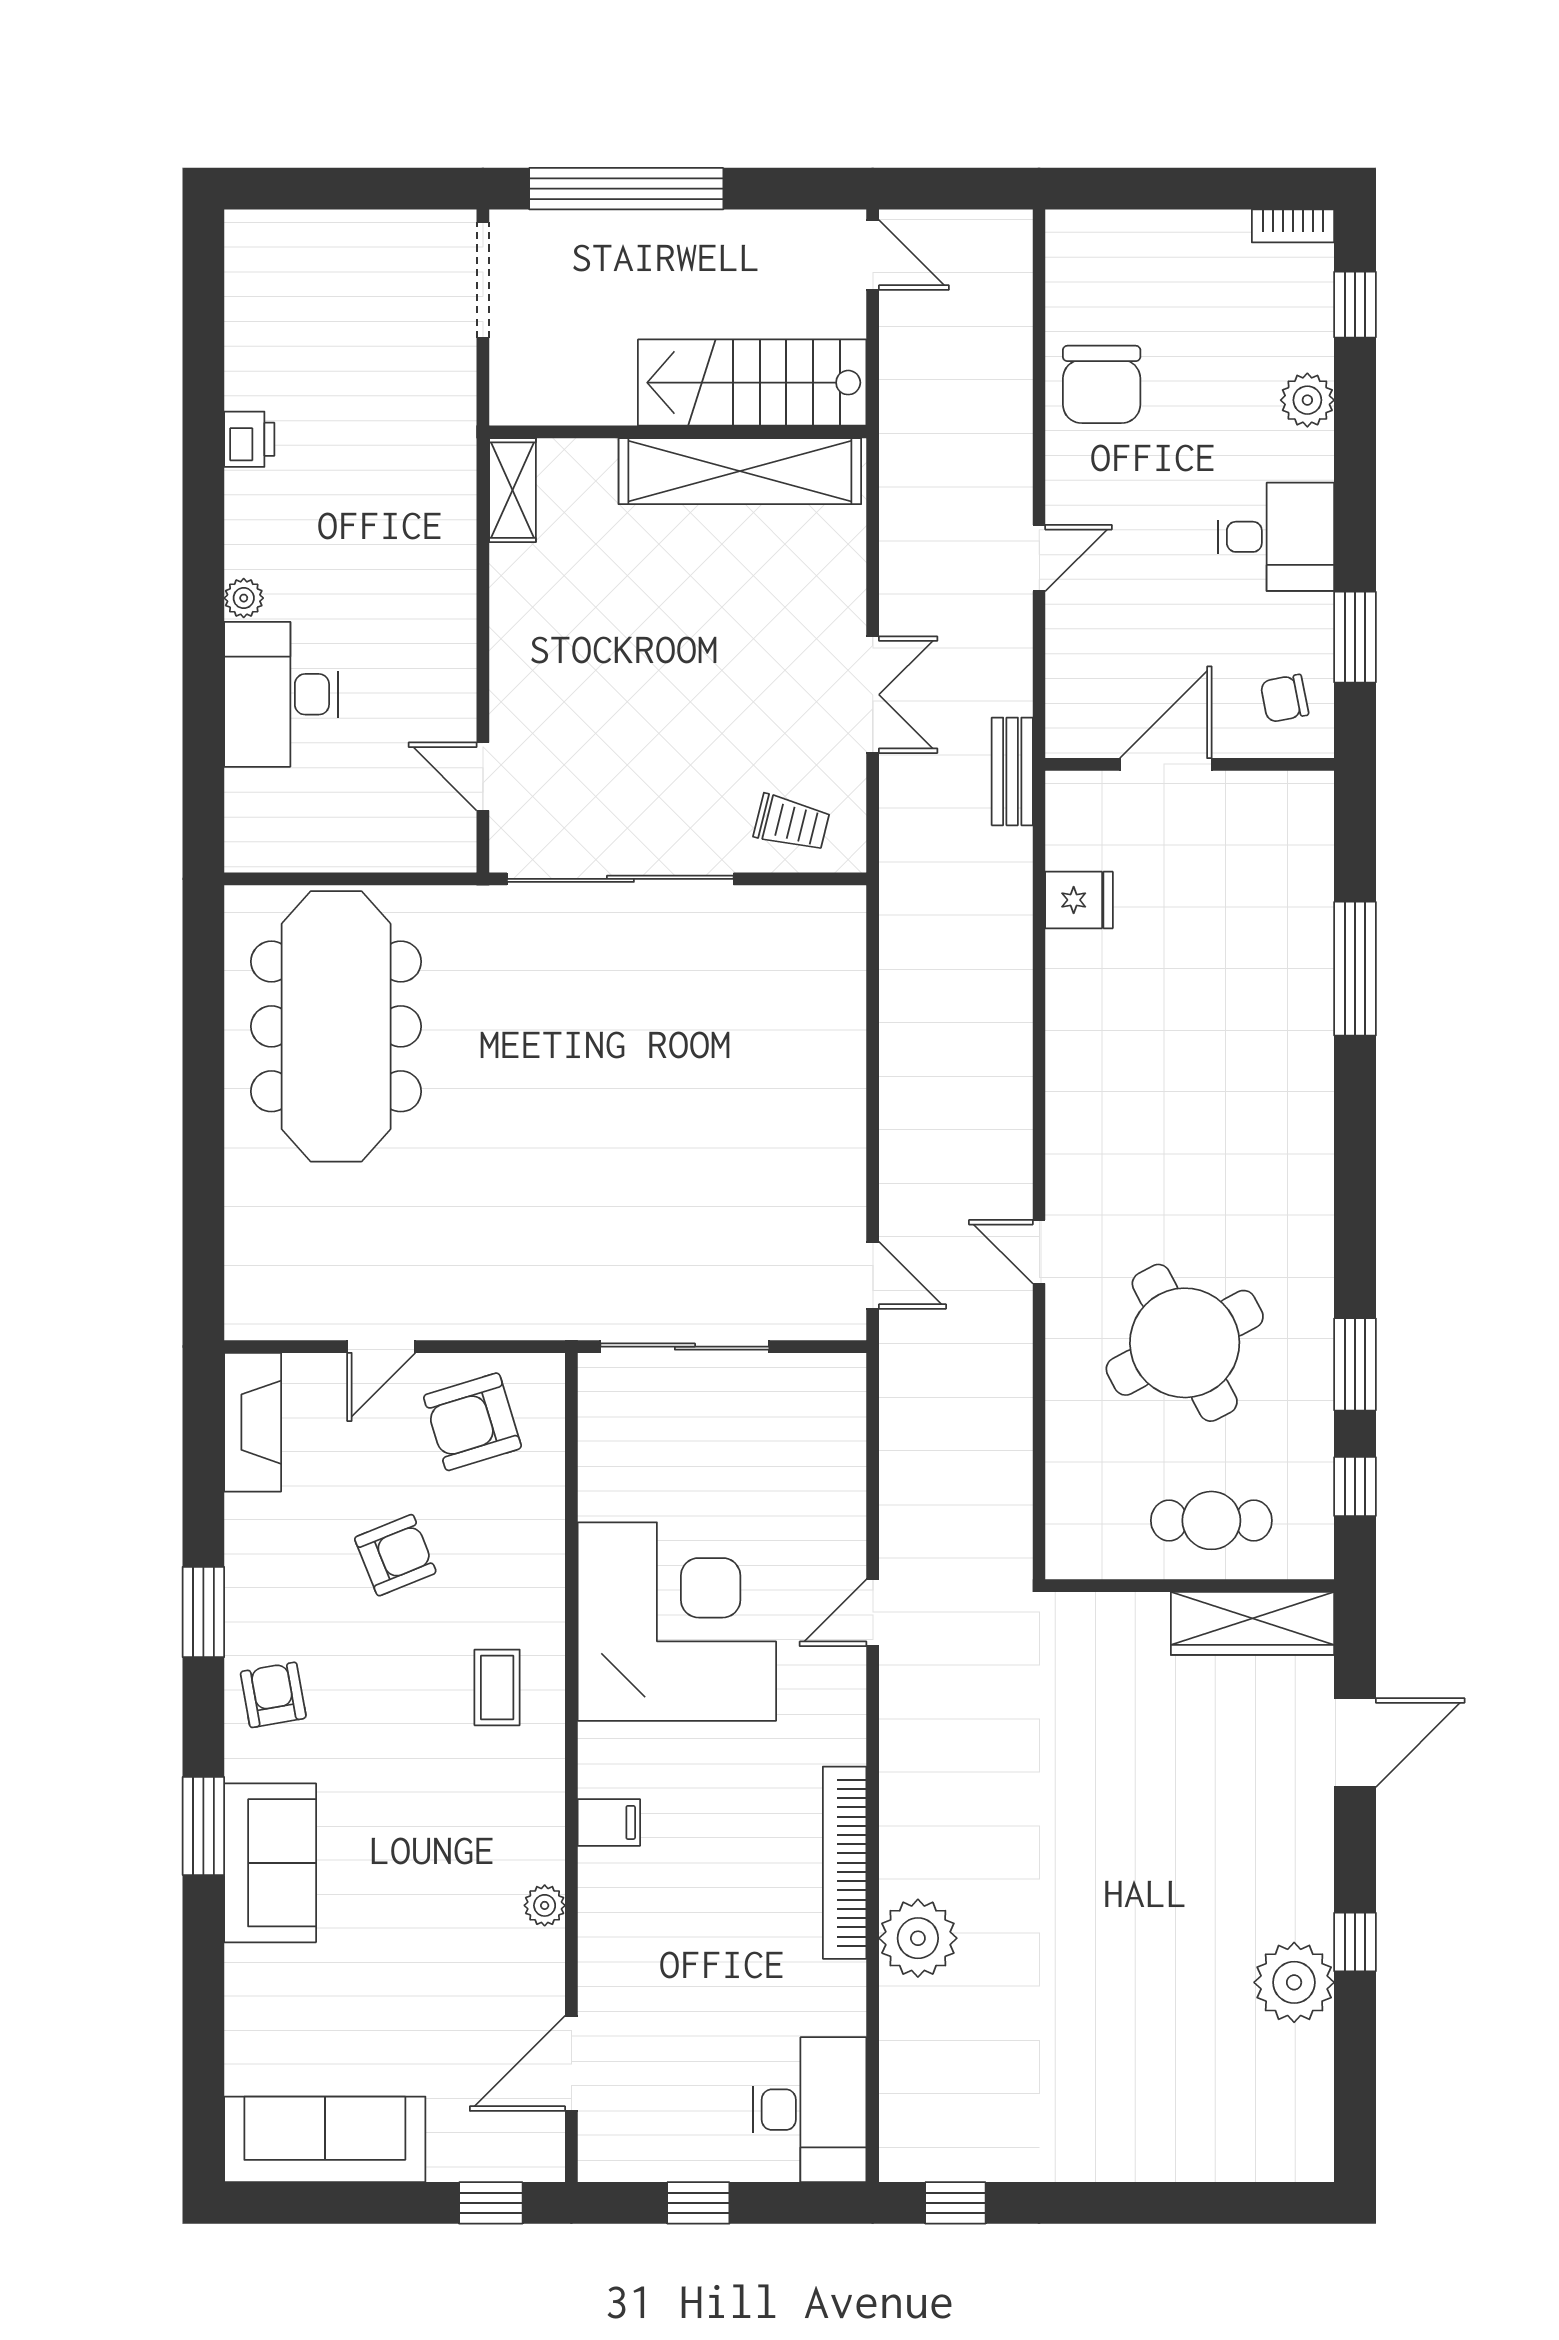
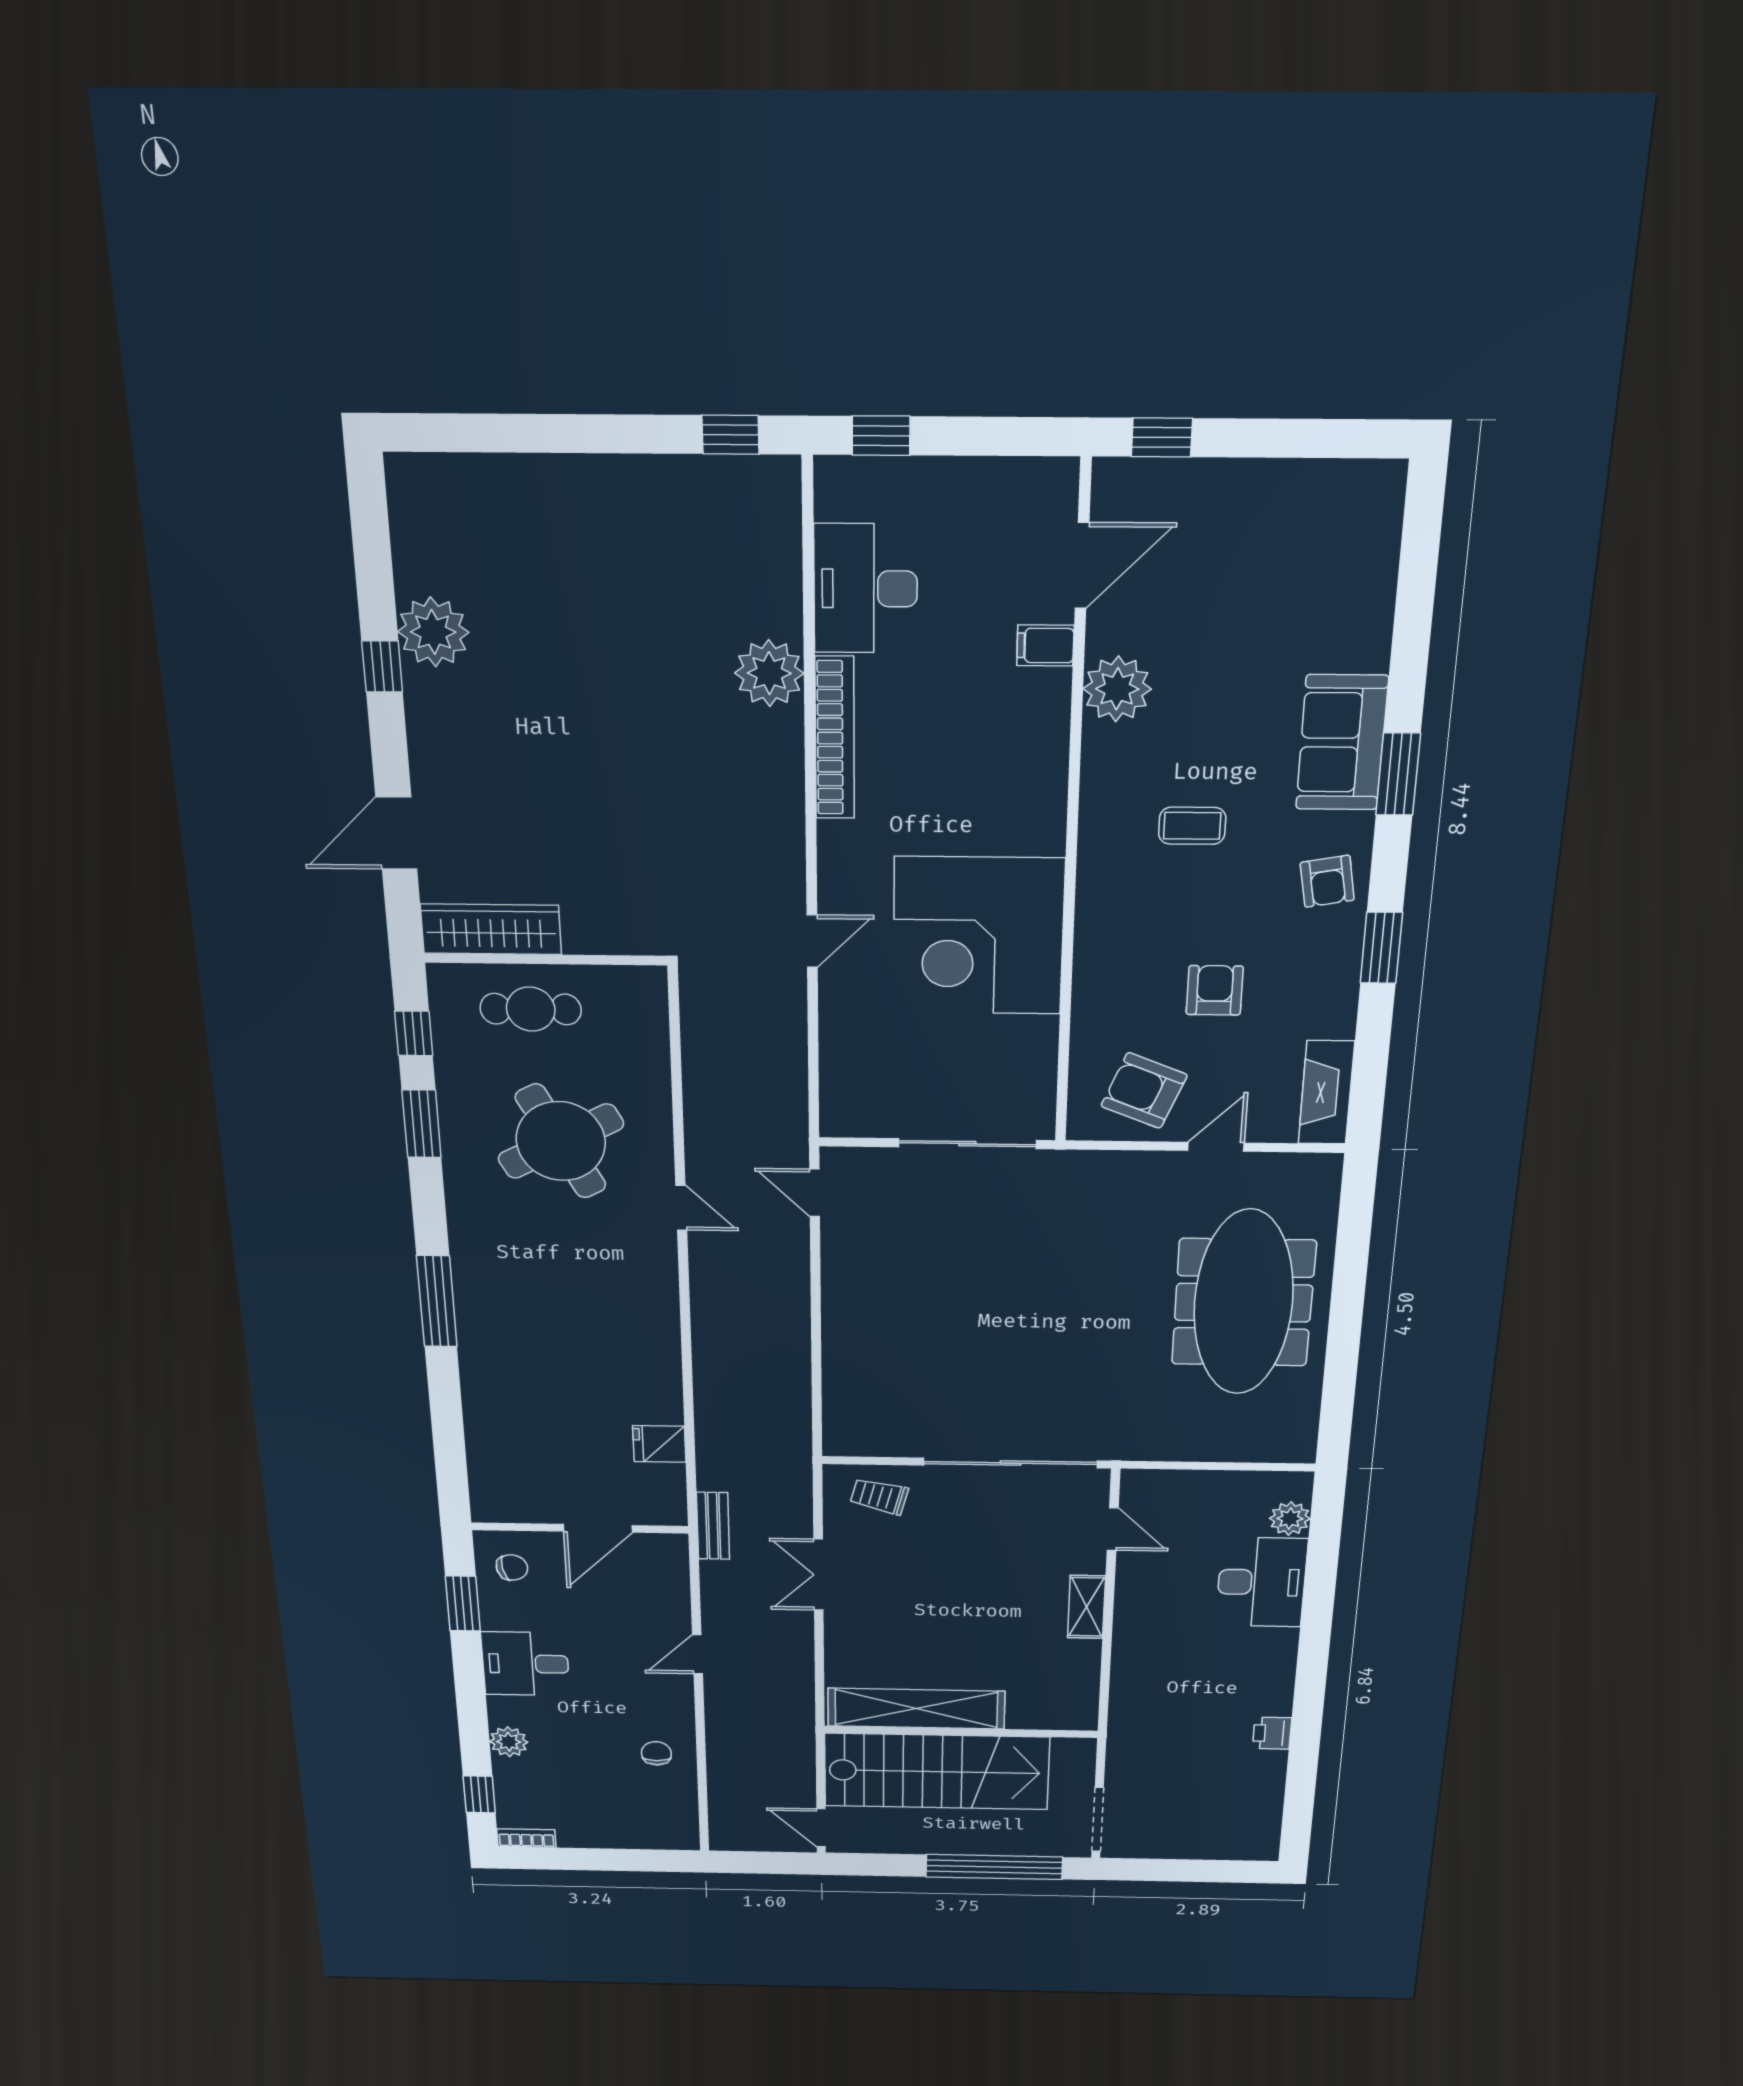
stairs: (752, 383) -> (937, 1772), width x1.36, depth x1.51
chair: (1102, 384) -> (656, 1753), width x0.54, depth x0.54
shelving: (513, 490) -> (1087, 1607), moved
plant: (244, 598) -> (1290, 1519), moved, width x1.38, depth x1.38
window: (1355, 969) -> (437, 1301), moved
meeting table: (336, 1026) -> (1243, 1303), moved
armchair: (472, 1422) -> (1144, 1091), turned -141
armchair: (395, 1555) -> (1215, 990), turned 112
coffee table: (497, 1687) -> (1192, 826), moved, turned 90
filing cabinet: (609, 1822) -> (1045, 645), moved
plant: (545, 1905) -> (1117, 689), width x1.88, depth x1.88
desk: (810, 2110) -> (866, 589), moved
sofa: (325, 2139) -> (1312, 498), removed
window: (698, 2203) -> (881, 436), moved

